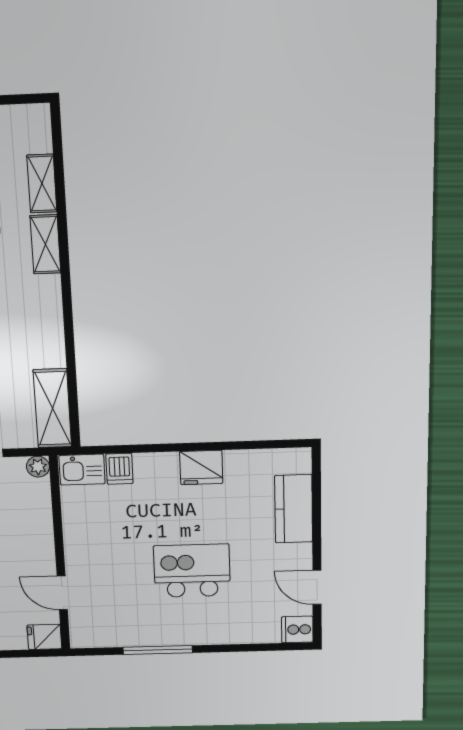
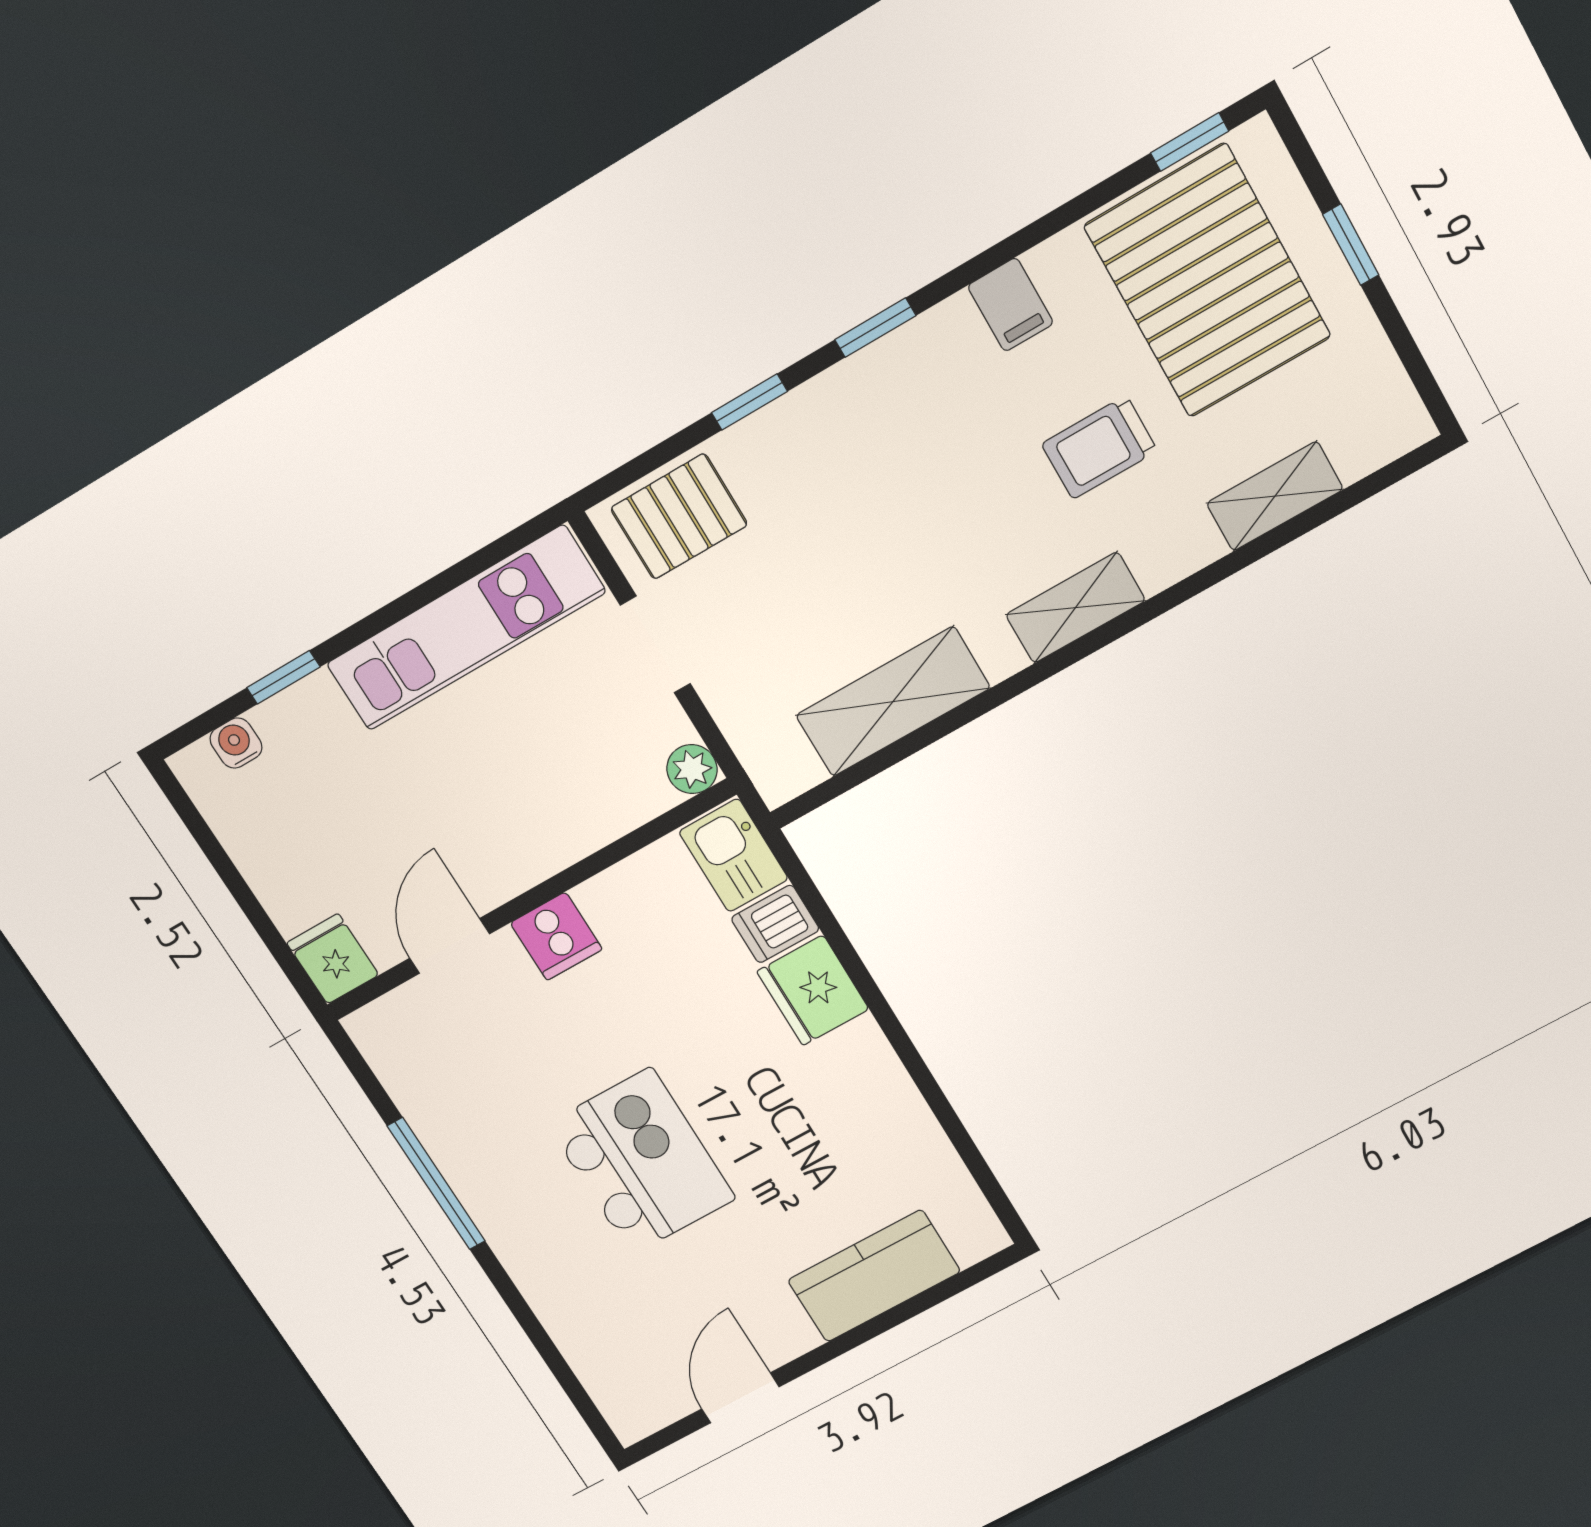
shelving: (45, 244) -> (1075, 608), moved
shelving: (52, 408) -> (893, 702), moved
fridge: (201, 467) -> (813, 990), moved
cooker: (297, 629) -> (556, 936), moved, turned 180

